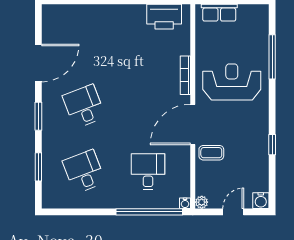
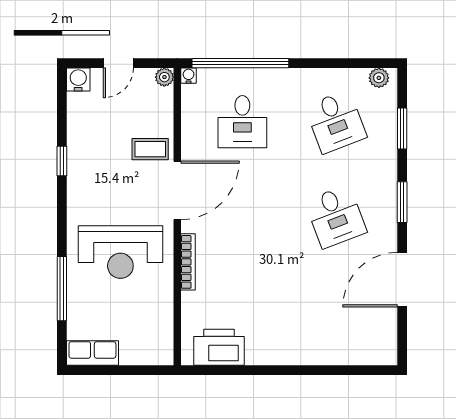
row of seats: (219, 13) -> (92, 353), moved
plant: (54, 202) -> (379, 78), added

